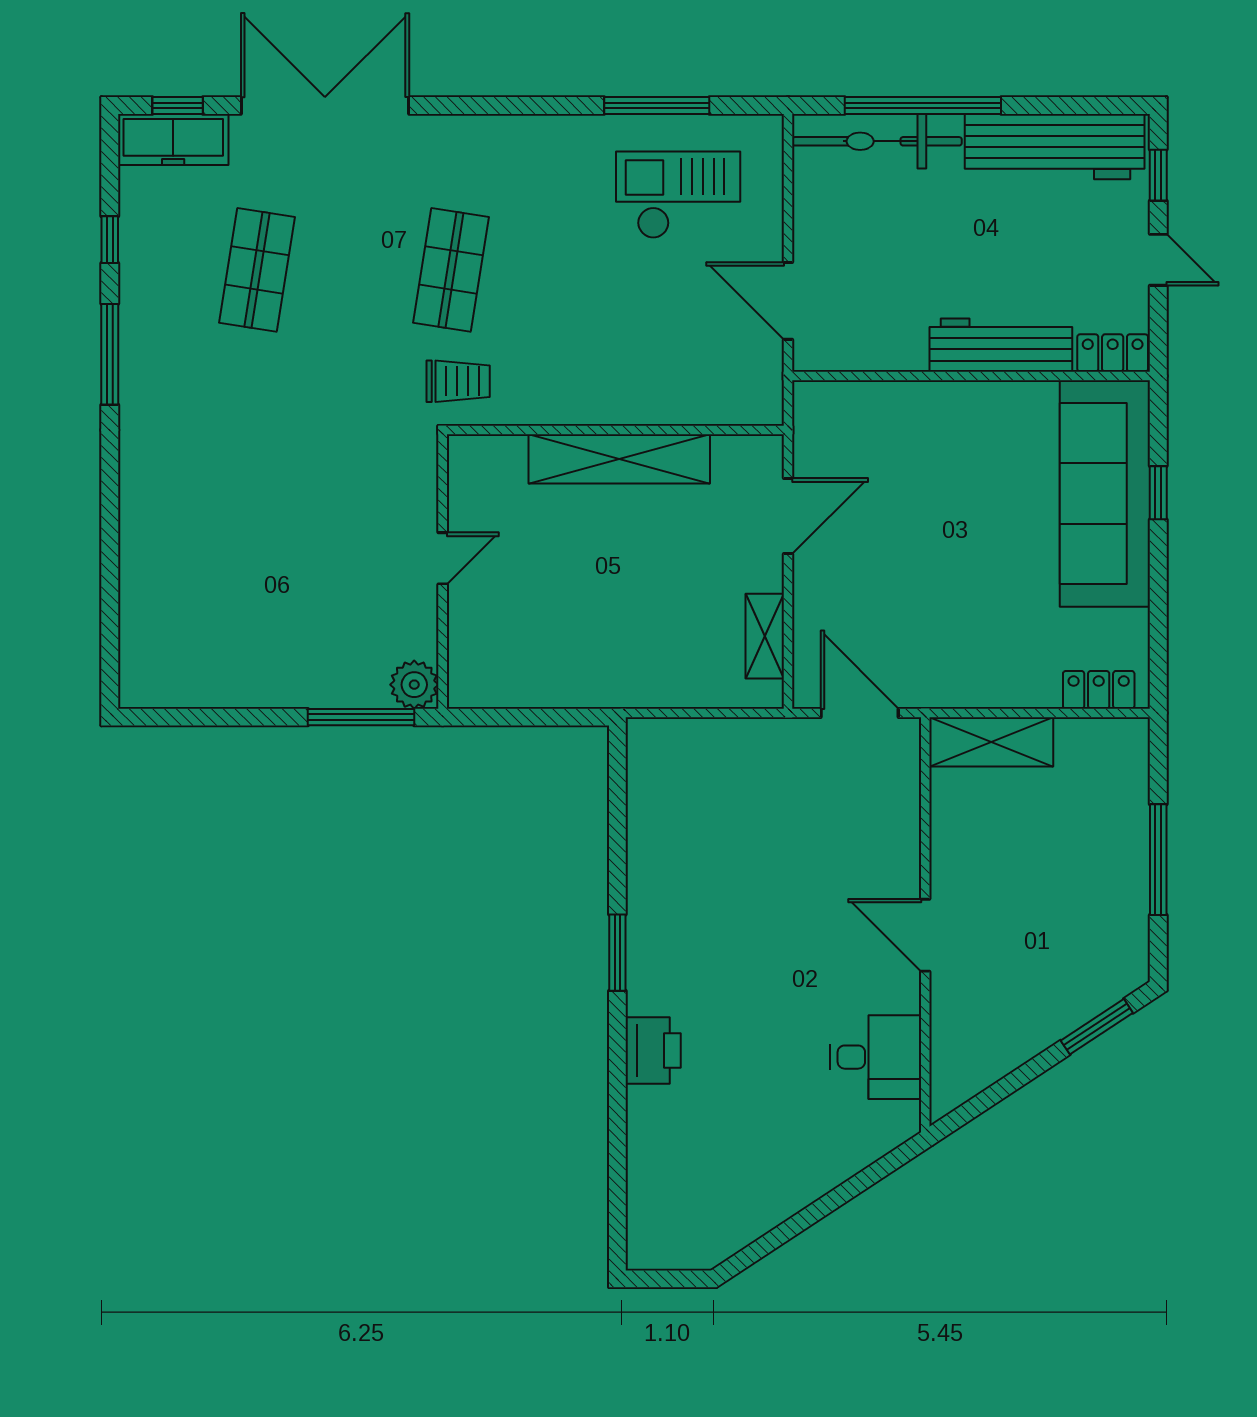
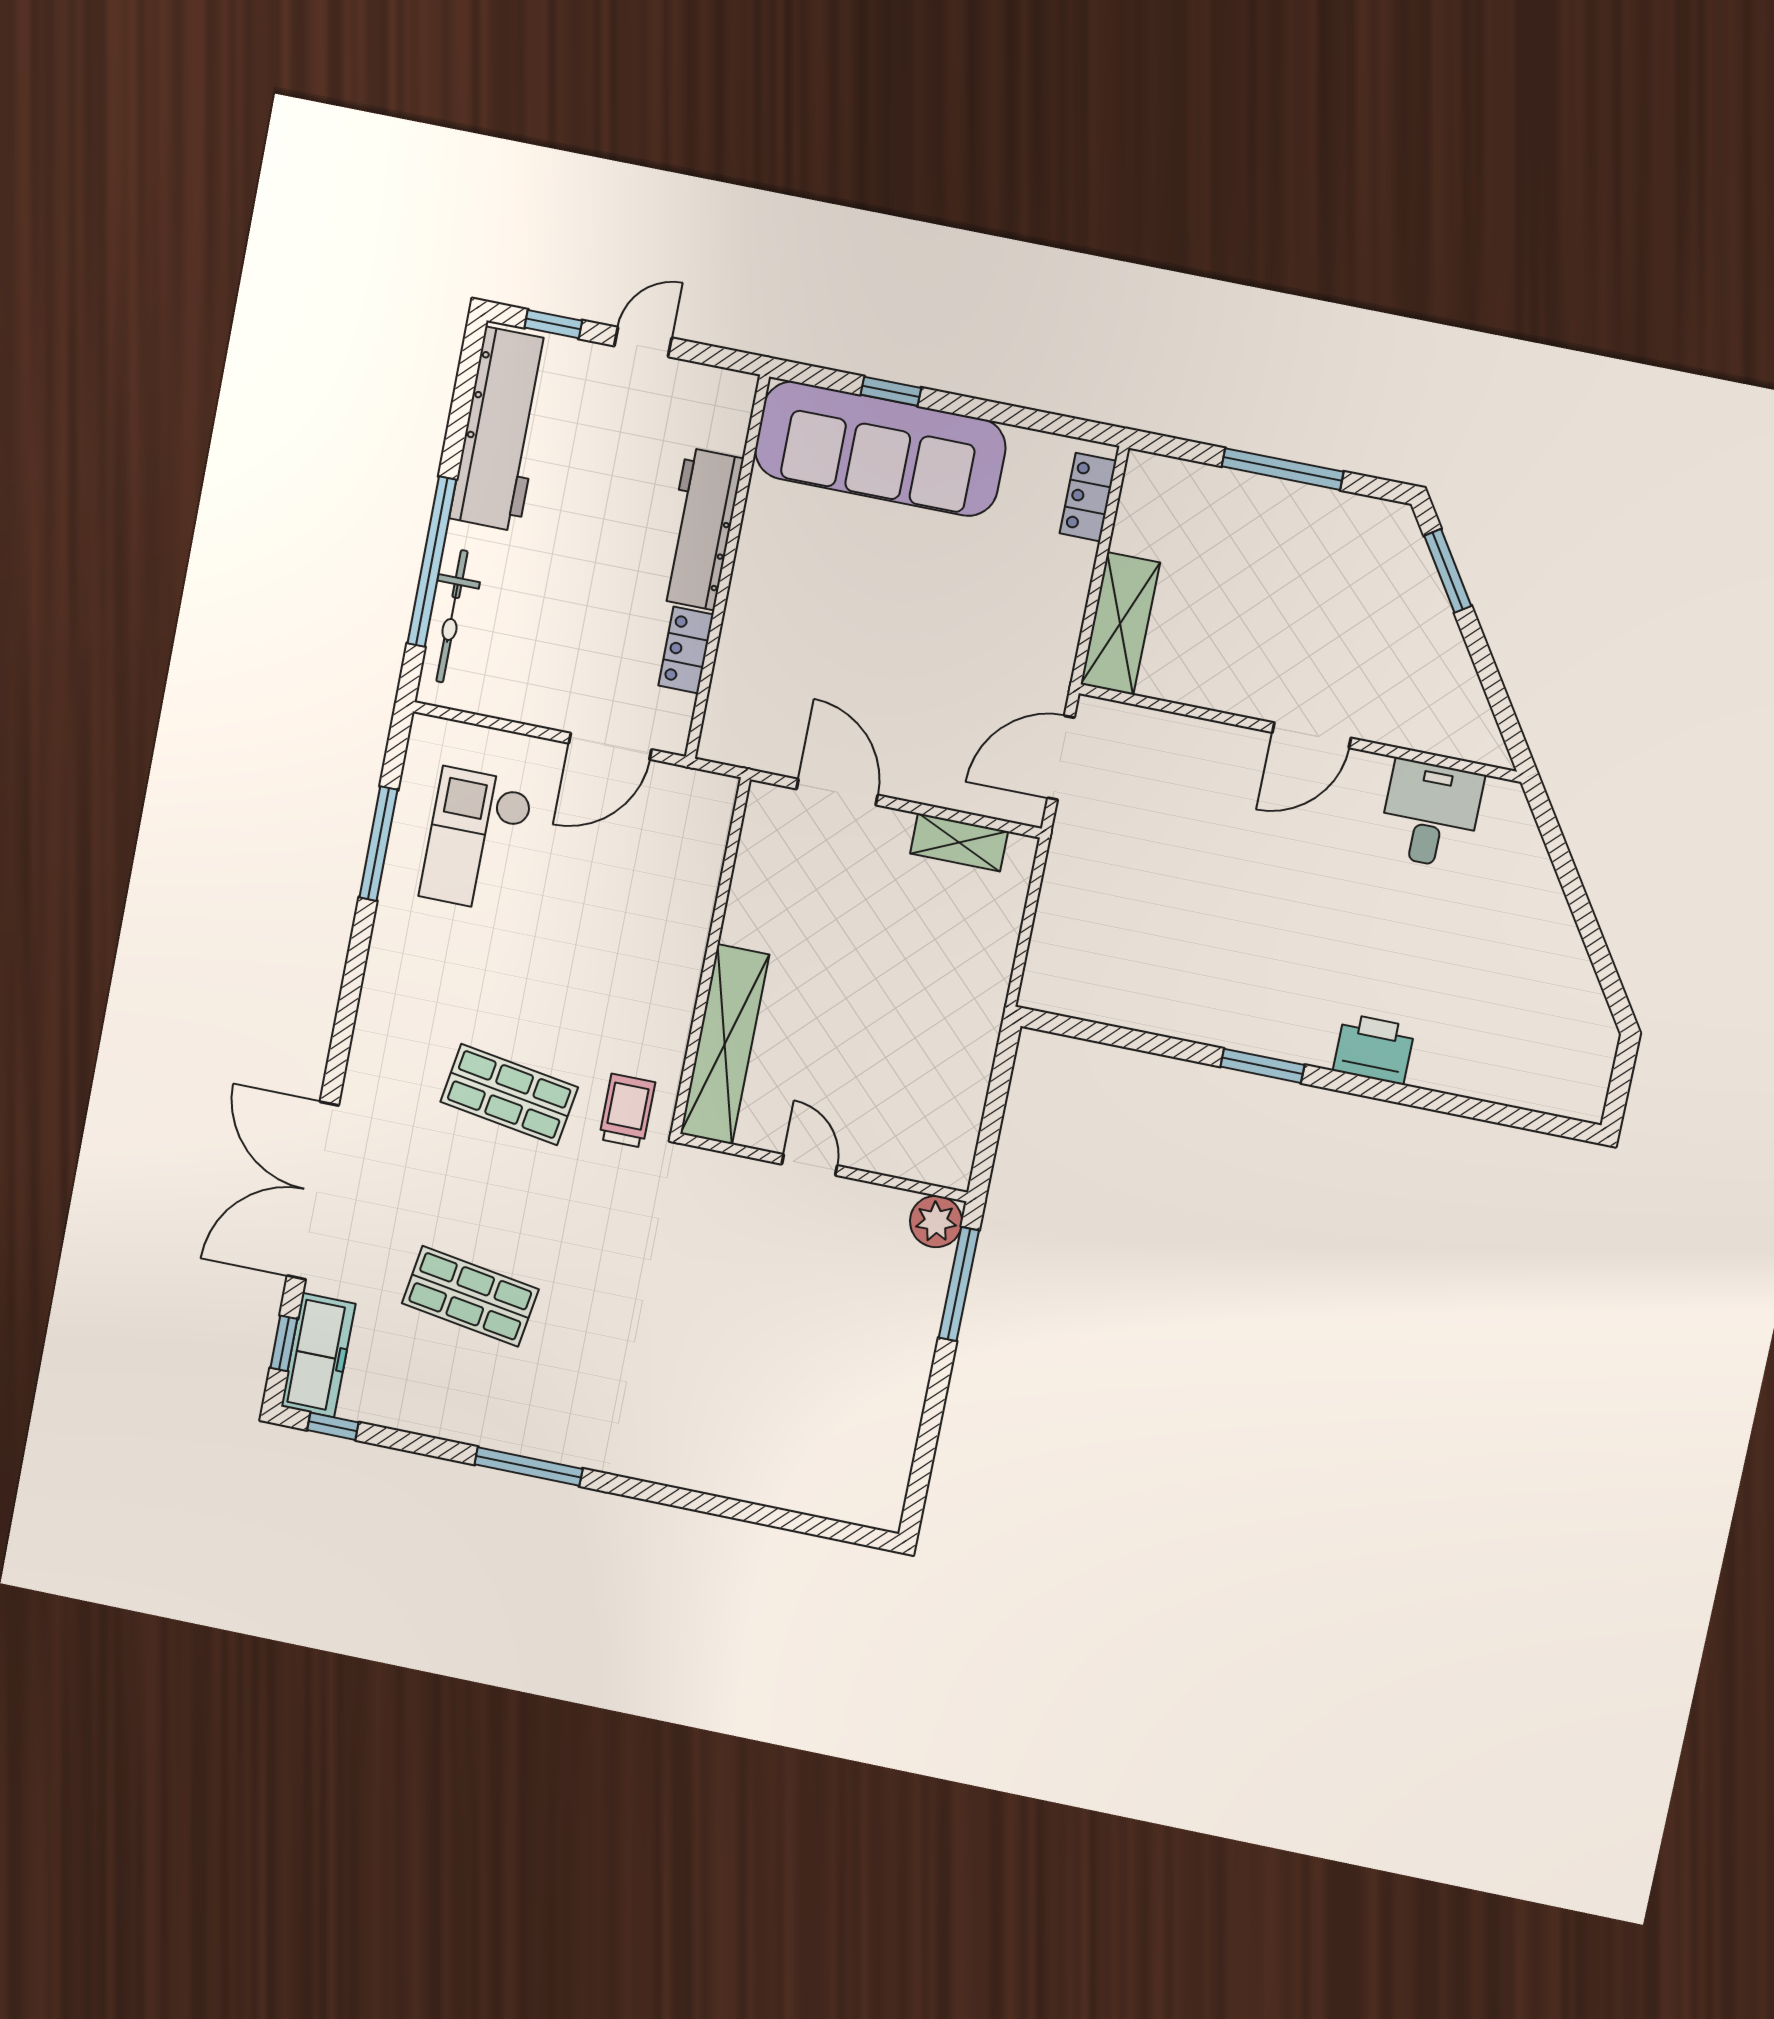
bicycle: (877, 141) -> (452, 616), width x0.73, depth x0.71
window: (110, 240) -> (333, 1426), moved
locker: (1113, 353) -> (686, 650), moved
shelving: (619, 459) -> (725, 1044), moved

